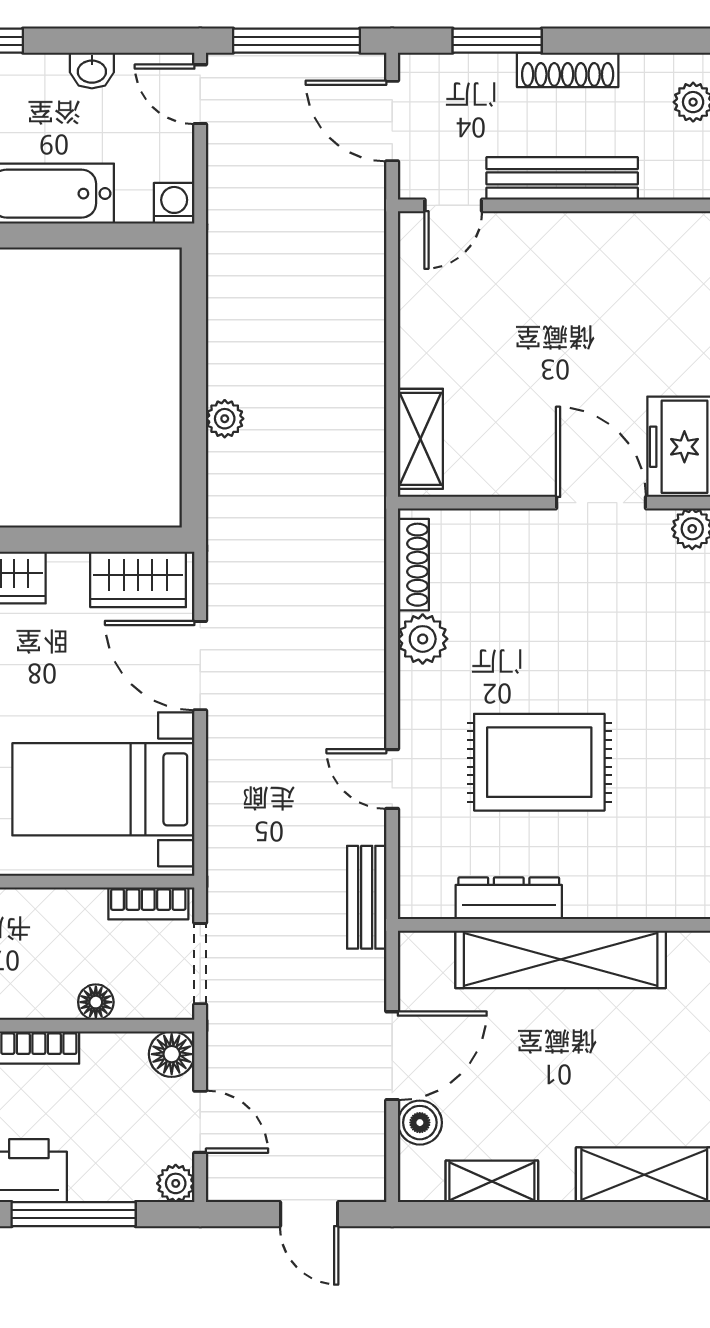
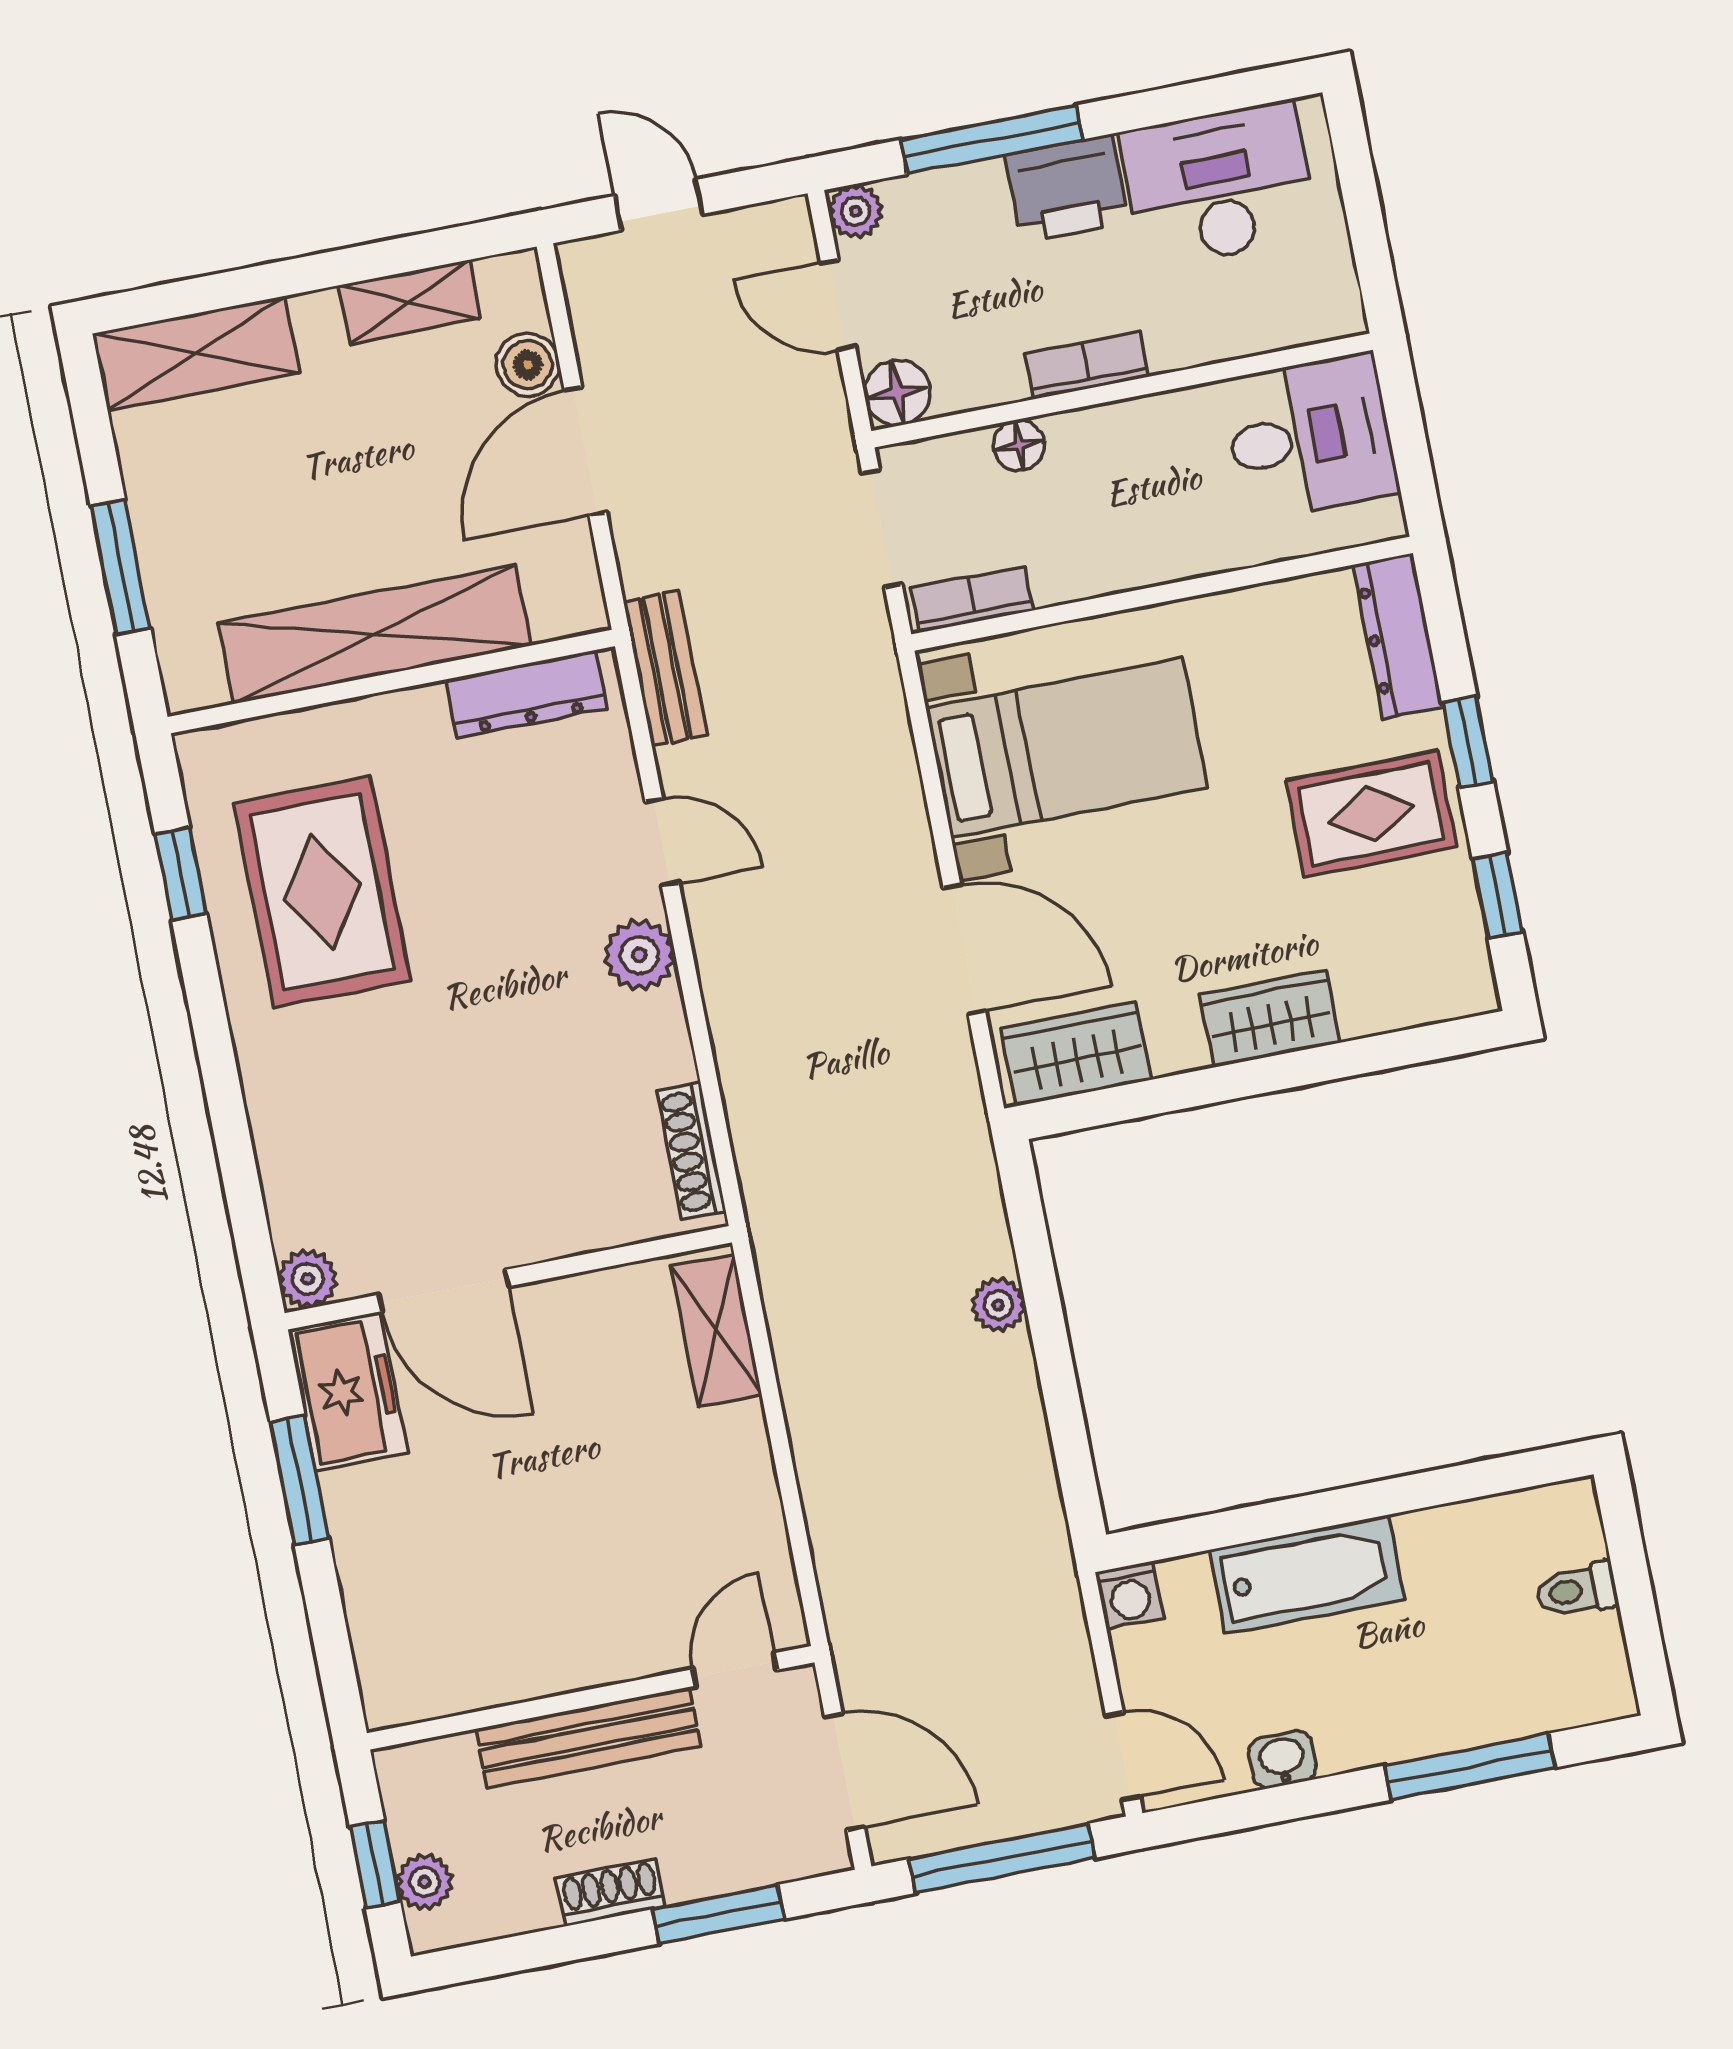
shoe rack: (568, 70) -> (611, 1892), width x0.70
plant: (423, 639) -> (639, 955), moved
rug: (539, 762) -> (322, 892), moved, turned 90
dresser: (509, 898) -> (526, 694), moved

